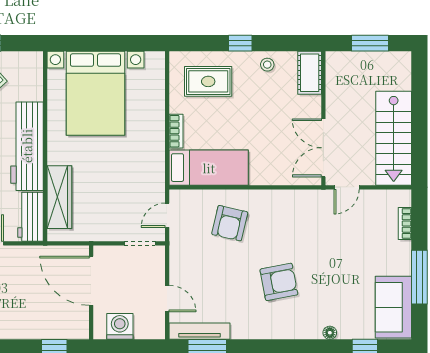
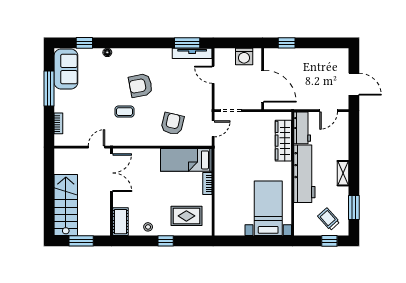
bed with nightstands: (95, 93) -> (268, 208), width x0.73
stairs: (394, 138) -> (66, 205), moved
coffee table: (303, 242) -> (125, 112), added

